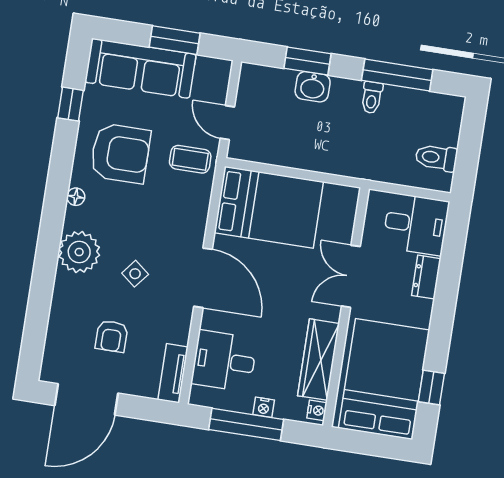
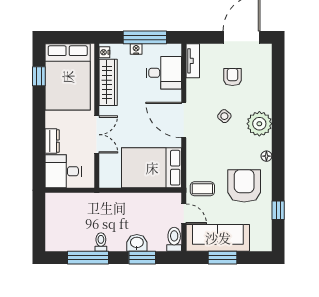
sofa: (140, 68) -> (218, 238), moved
armchair: (120, 153) -> (244, 186), turned 90
toilet: (436, 158) -> (174, 239), moved, turned -90

